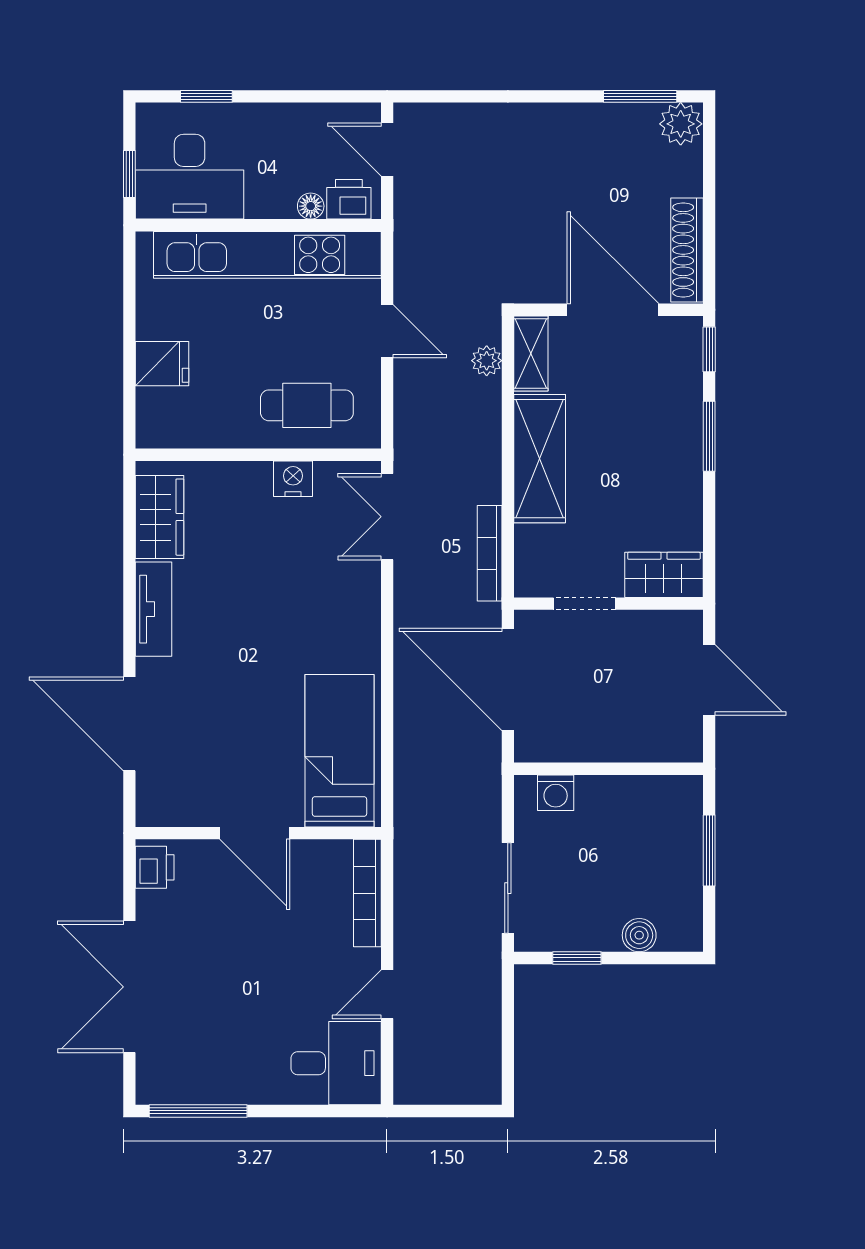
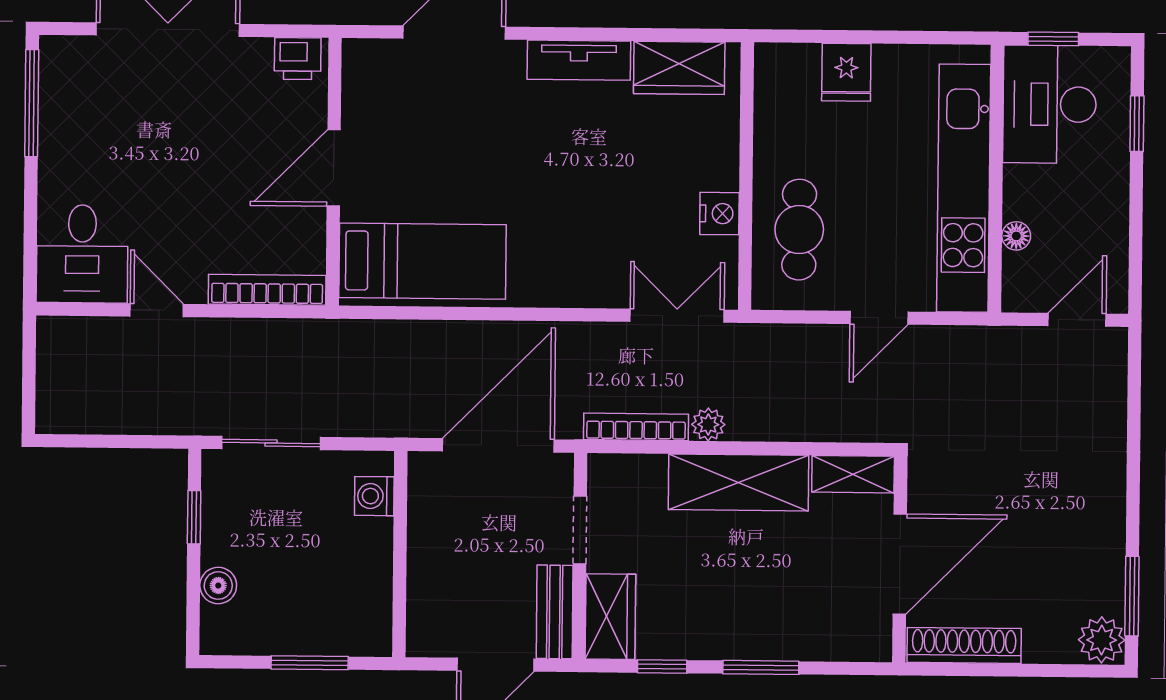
printer: (349, 199) -> (1023, 278), removed
window: (709, 349) -> (662, 666), moved
plant: (487, 361) -> (708, 424), moved
bench: (660, 626) -> (555, 612), added

